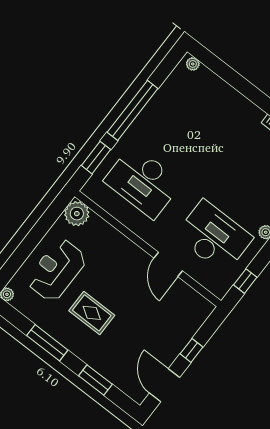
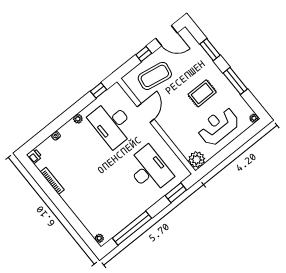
window: (133, 110) -> (132, 228), moved
reception desk: (57, 270) -> (218, 126), turned 180
rug: (92, 313) -> (202, 93), turned 90
coffee table: (167, 322) -> (155, 76), added
door: (164, 385) -> (166, 36), hinge flipped

